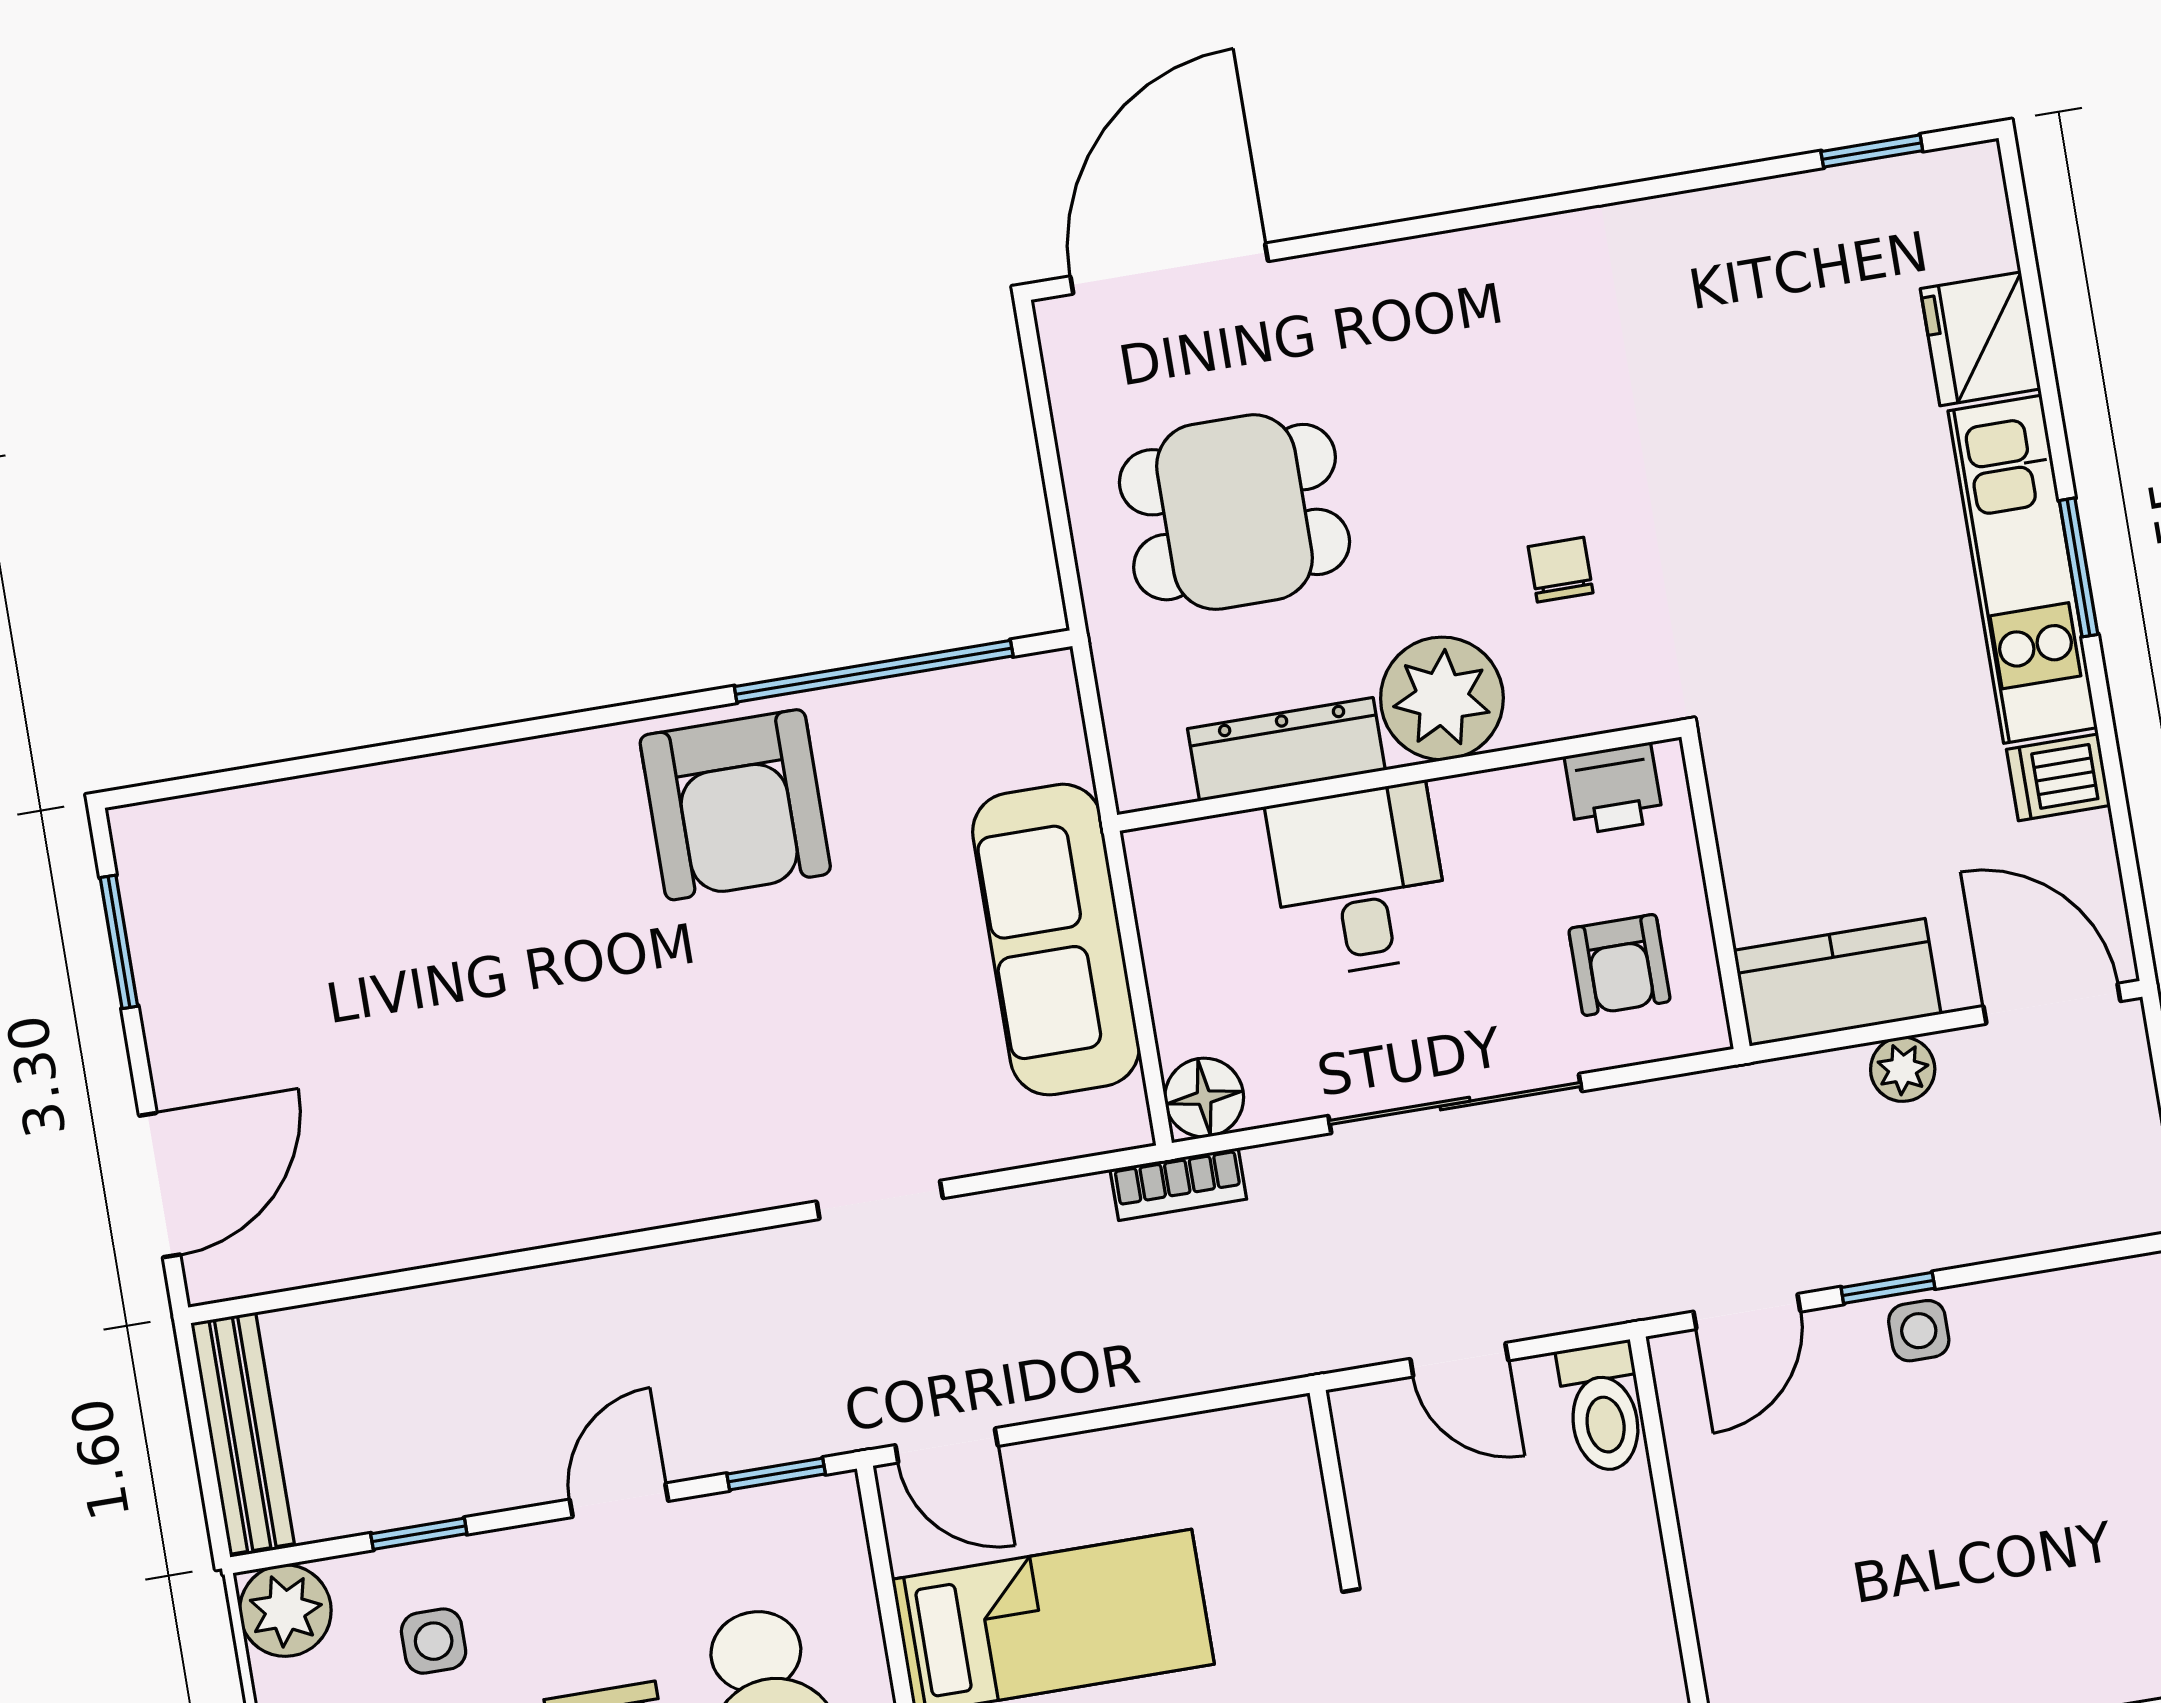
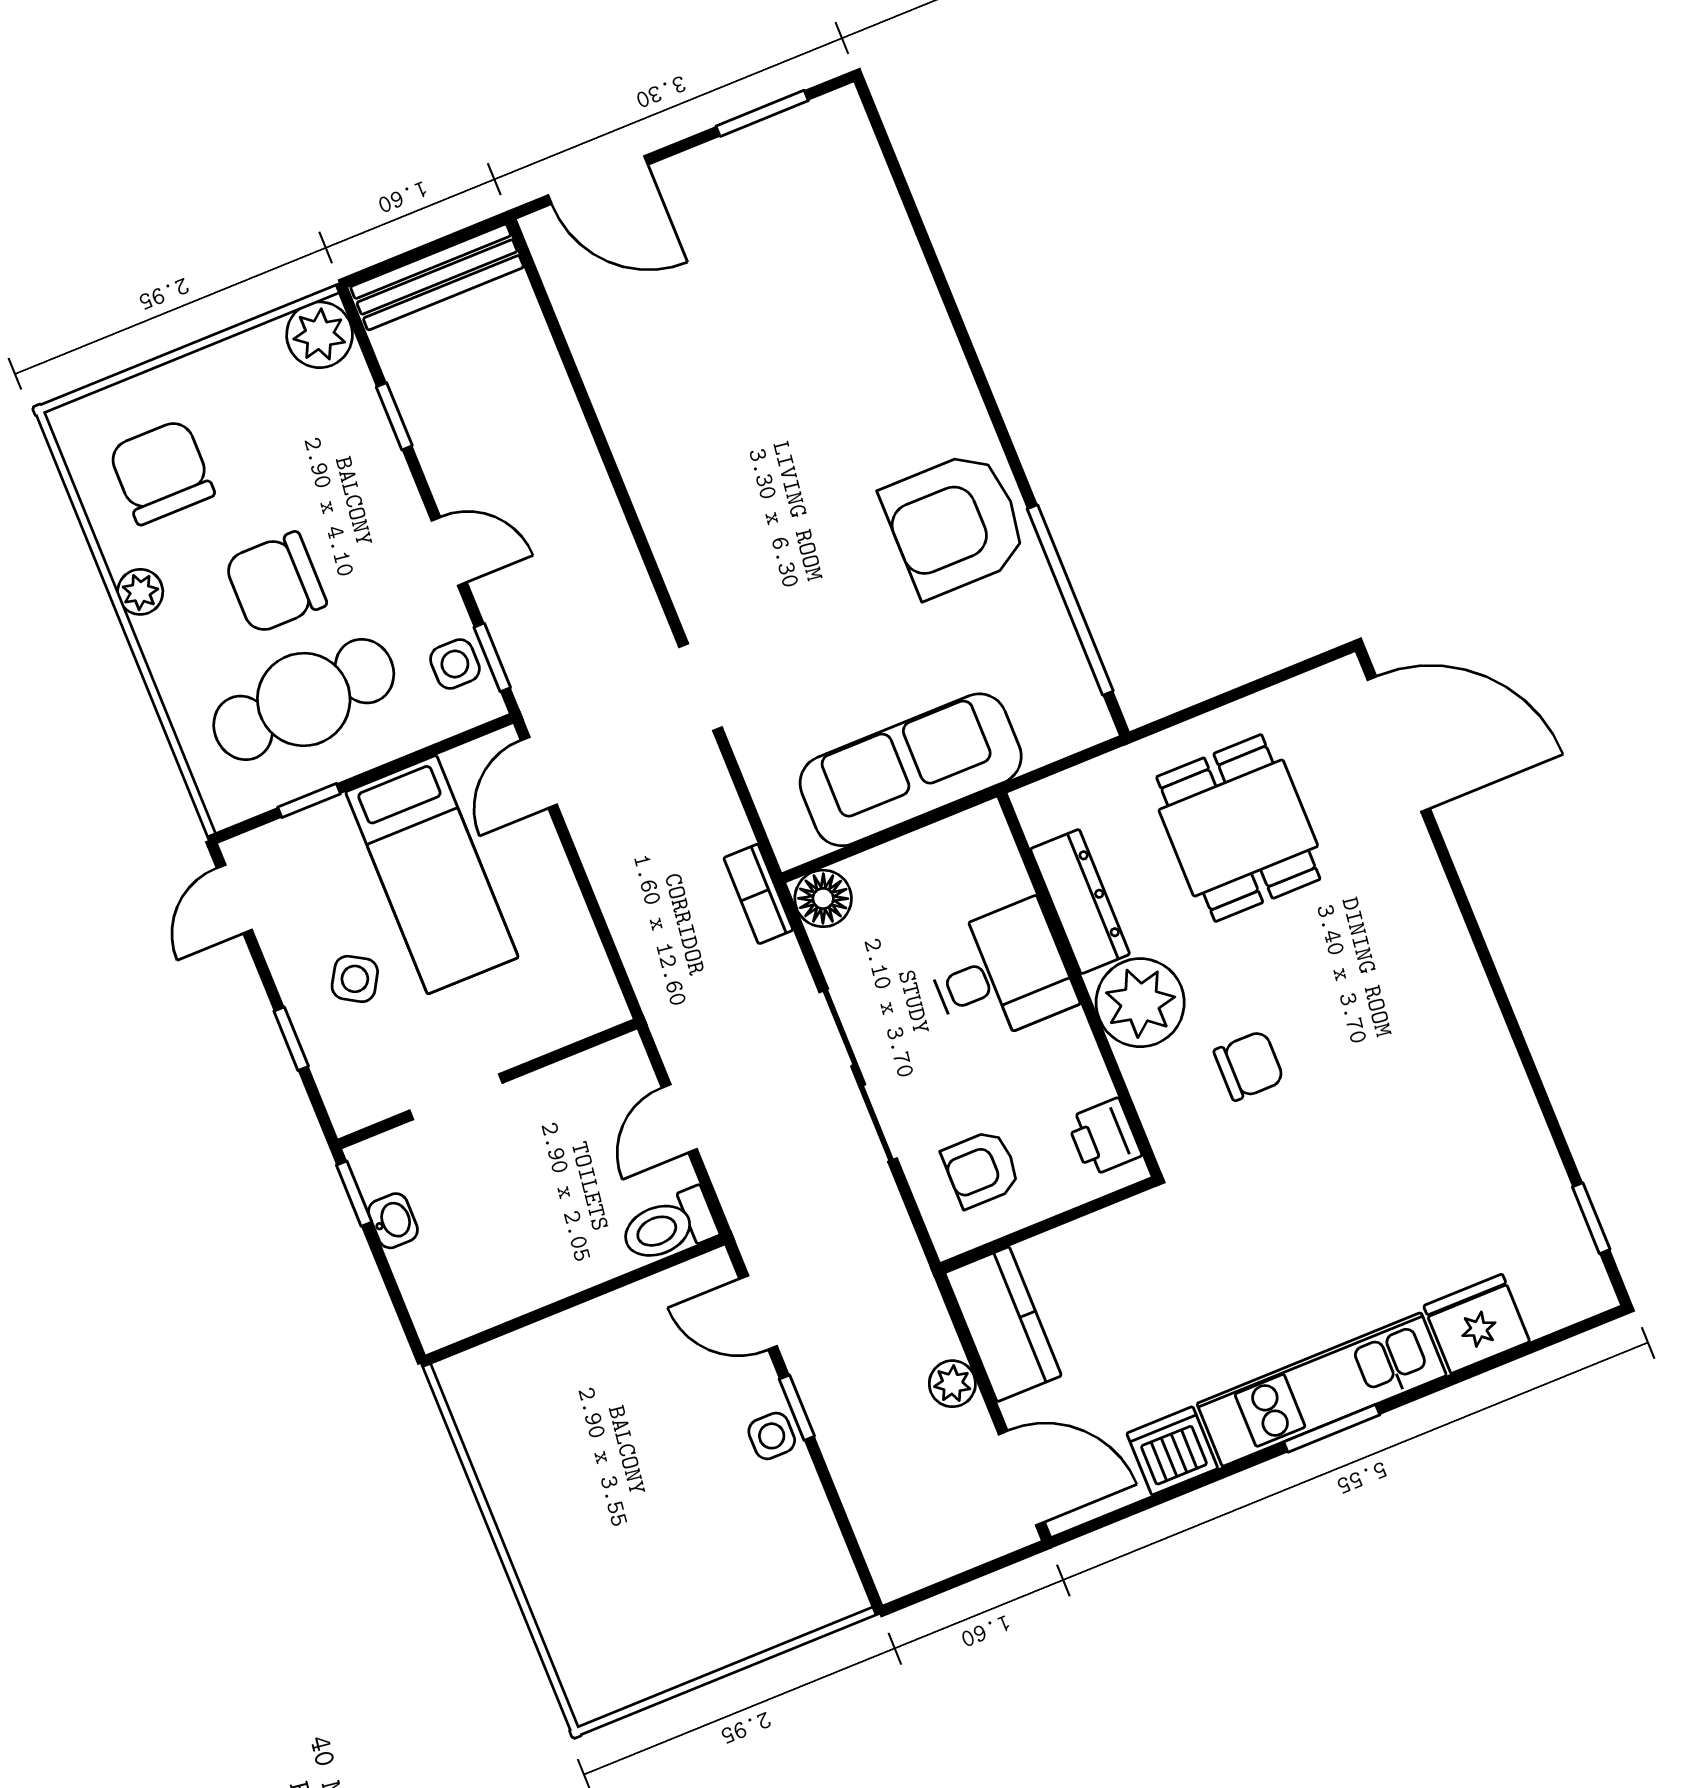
chair: (1561, 570) -> (1249, 1066), width x1.37, depth x1.37
dishwasher: (2058, 777) -> (1172, 1451), width x1.38
door: (2052, 1004) -> (1022, 1478), hinge flipped
side table: (434, 1641) -> (455, 664), moved

